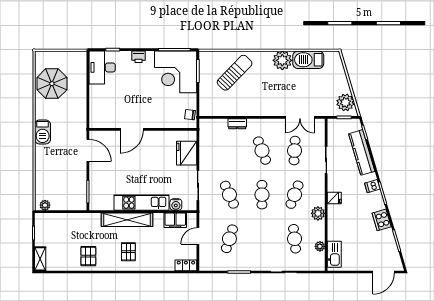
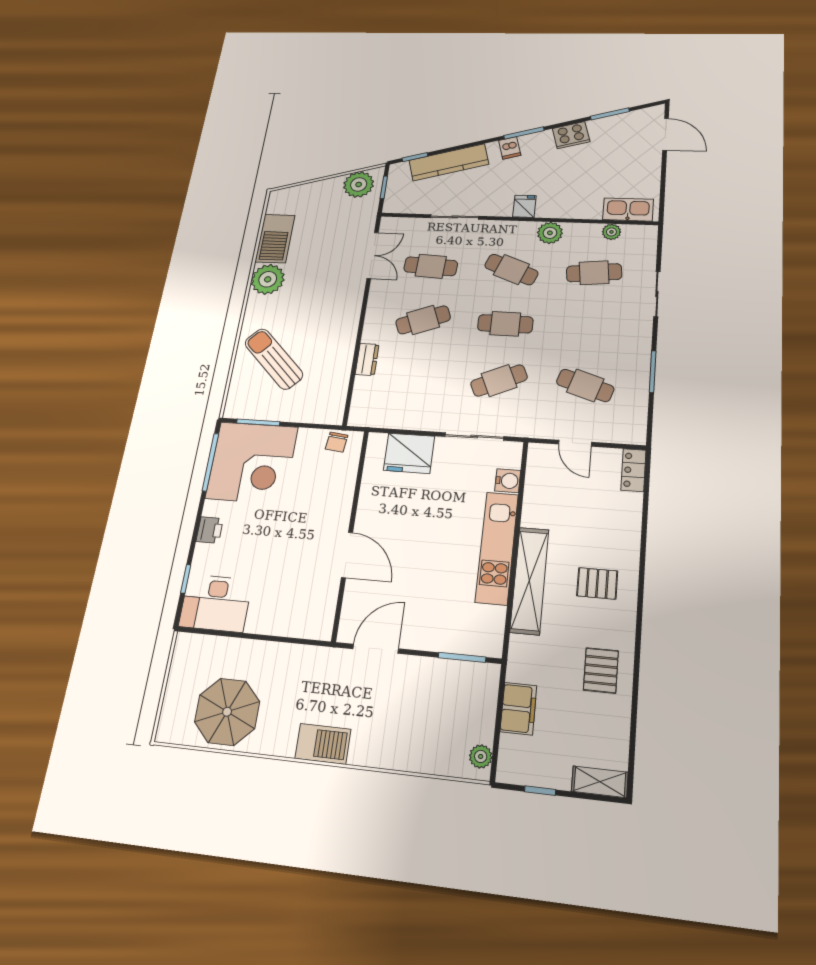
filing cabinet: (175, 220) -> (518, 709), moved
pallet: (88, 256) -> (601, 670), turned 90

